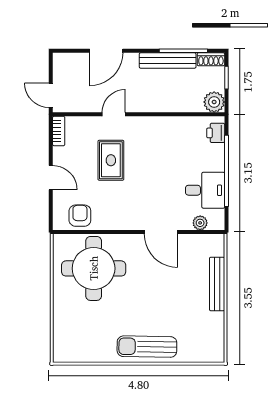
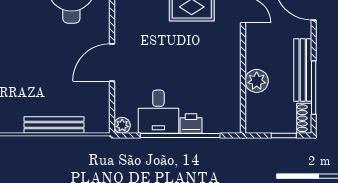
plant: (214, 102) -> (257, 81), moved
printer: (216, 133) -> (191, 123), moved
plant: (200, 223) -> (122, 125), moved

